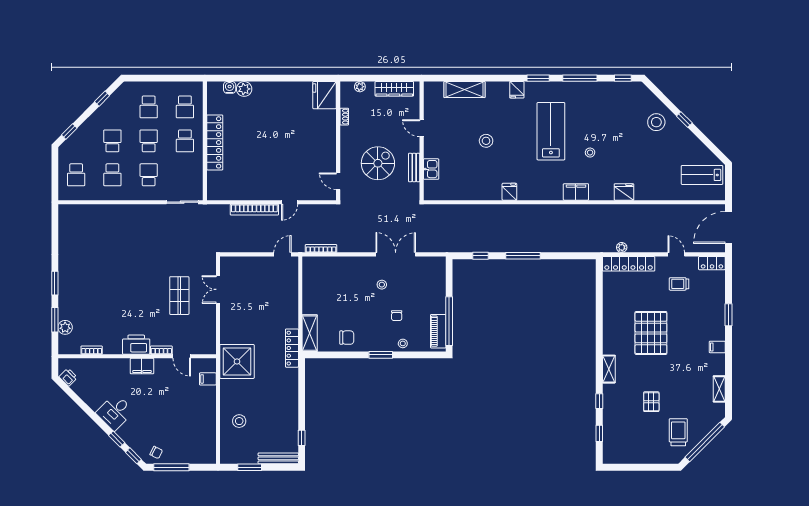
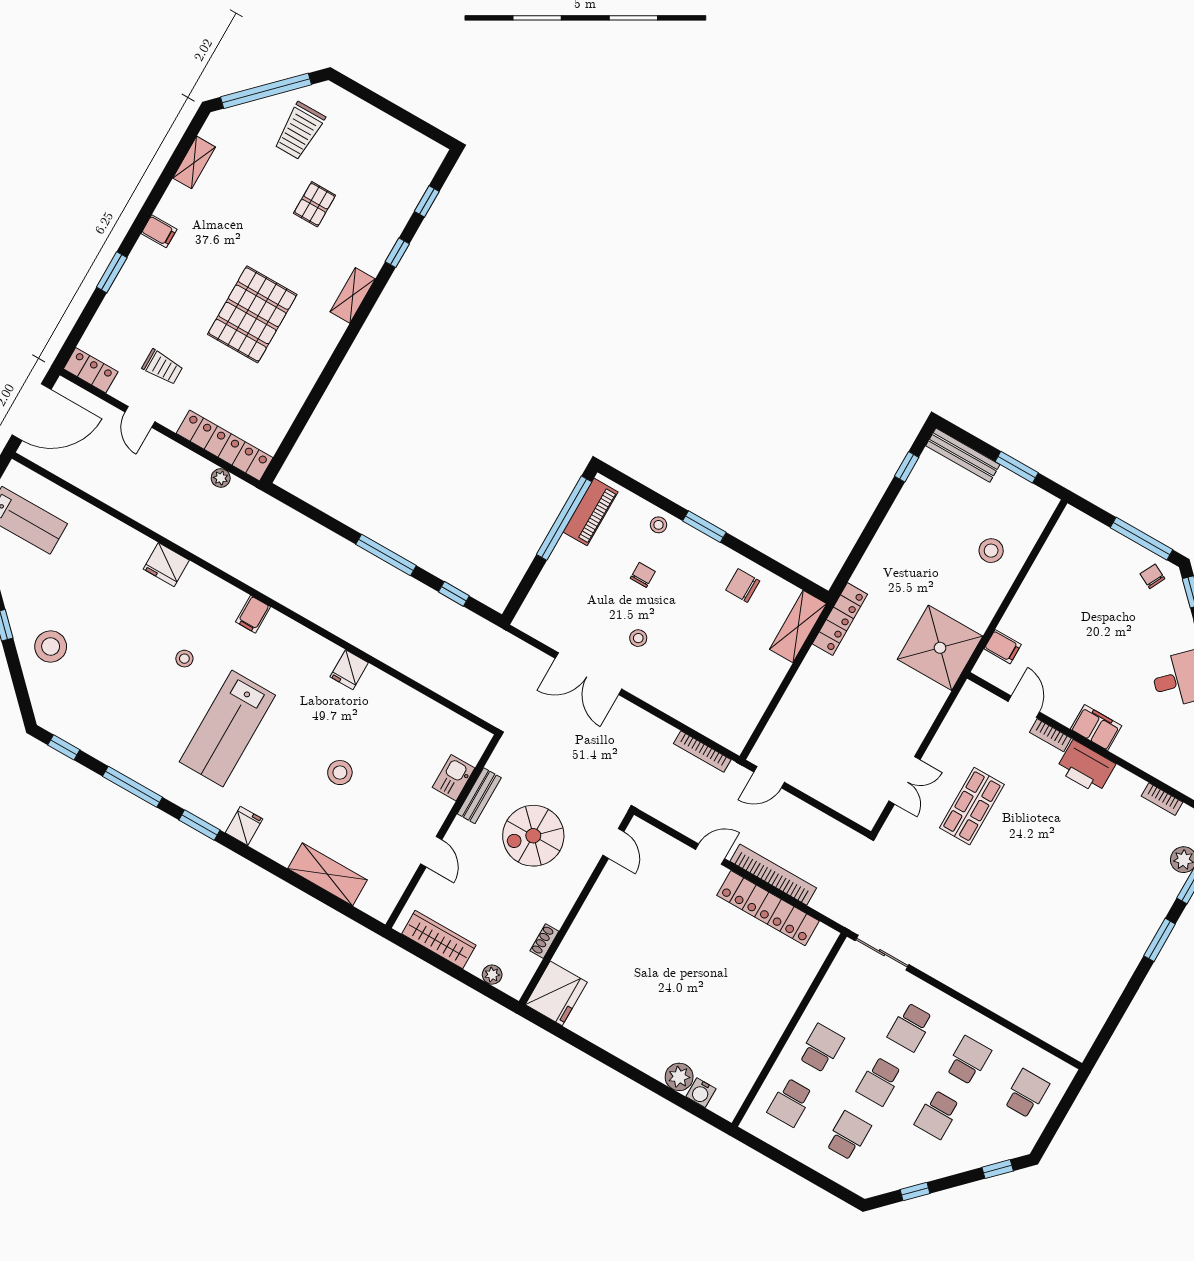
school desk: (185, 107) -> (790, 1102), turned 180
locker: (215, 142) -> (768, 908), moved, turned -90
filing cabinet: (576, 192) -> (253, 614), width x0.50

